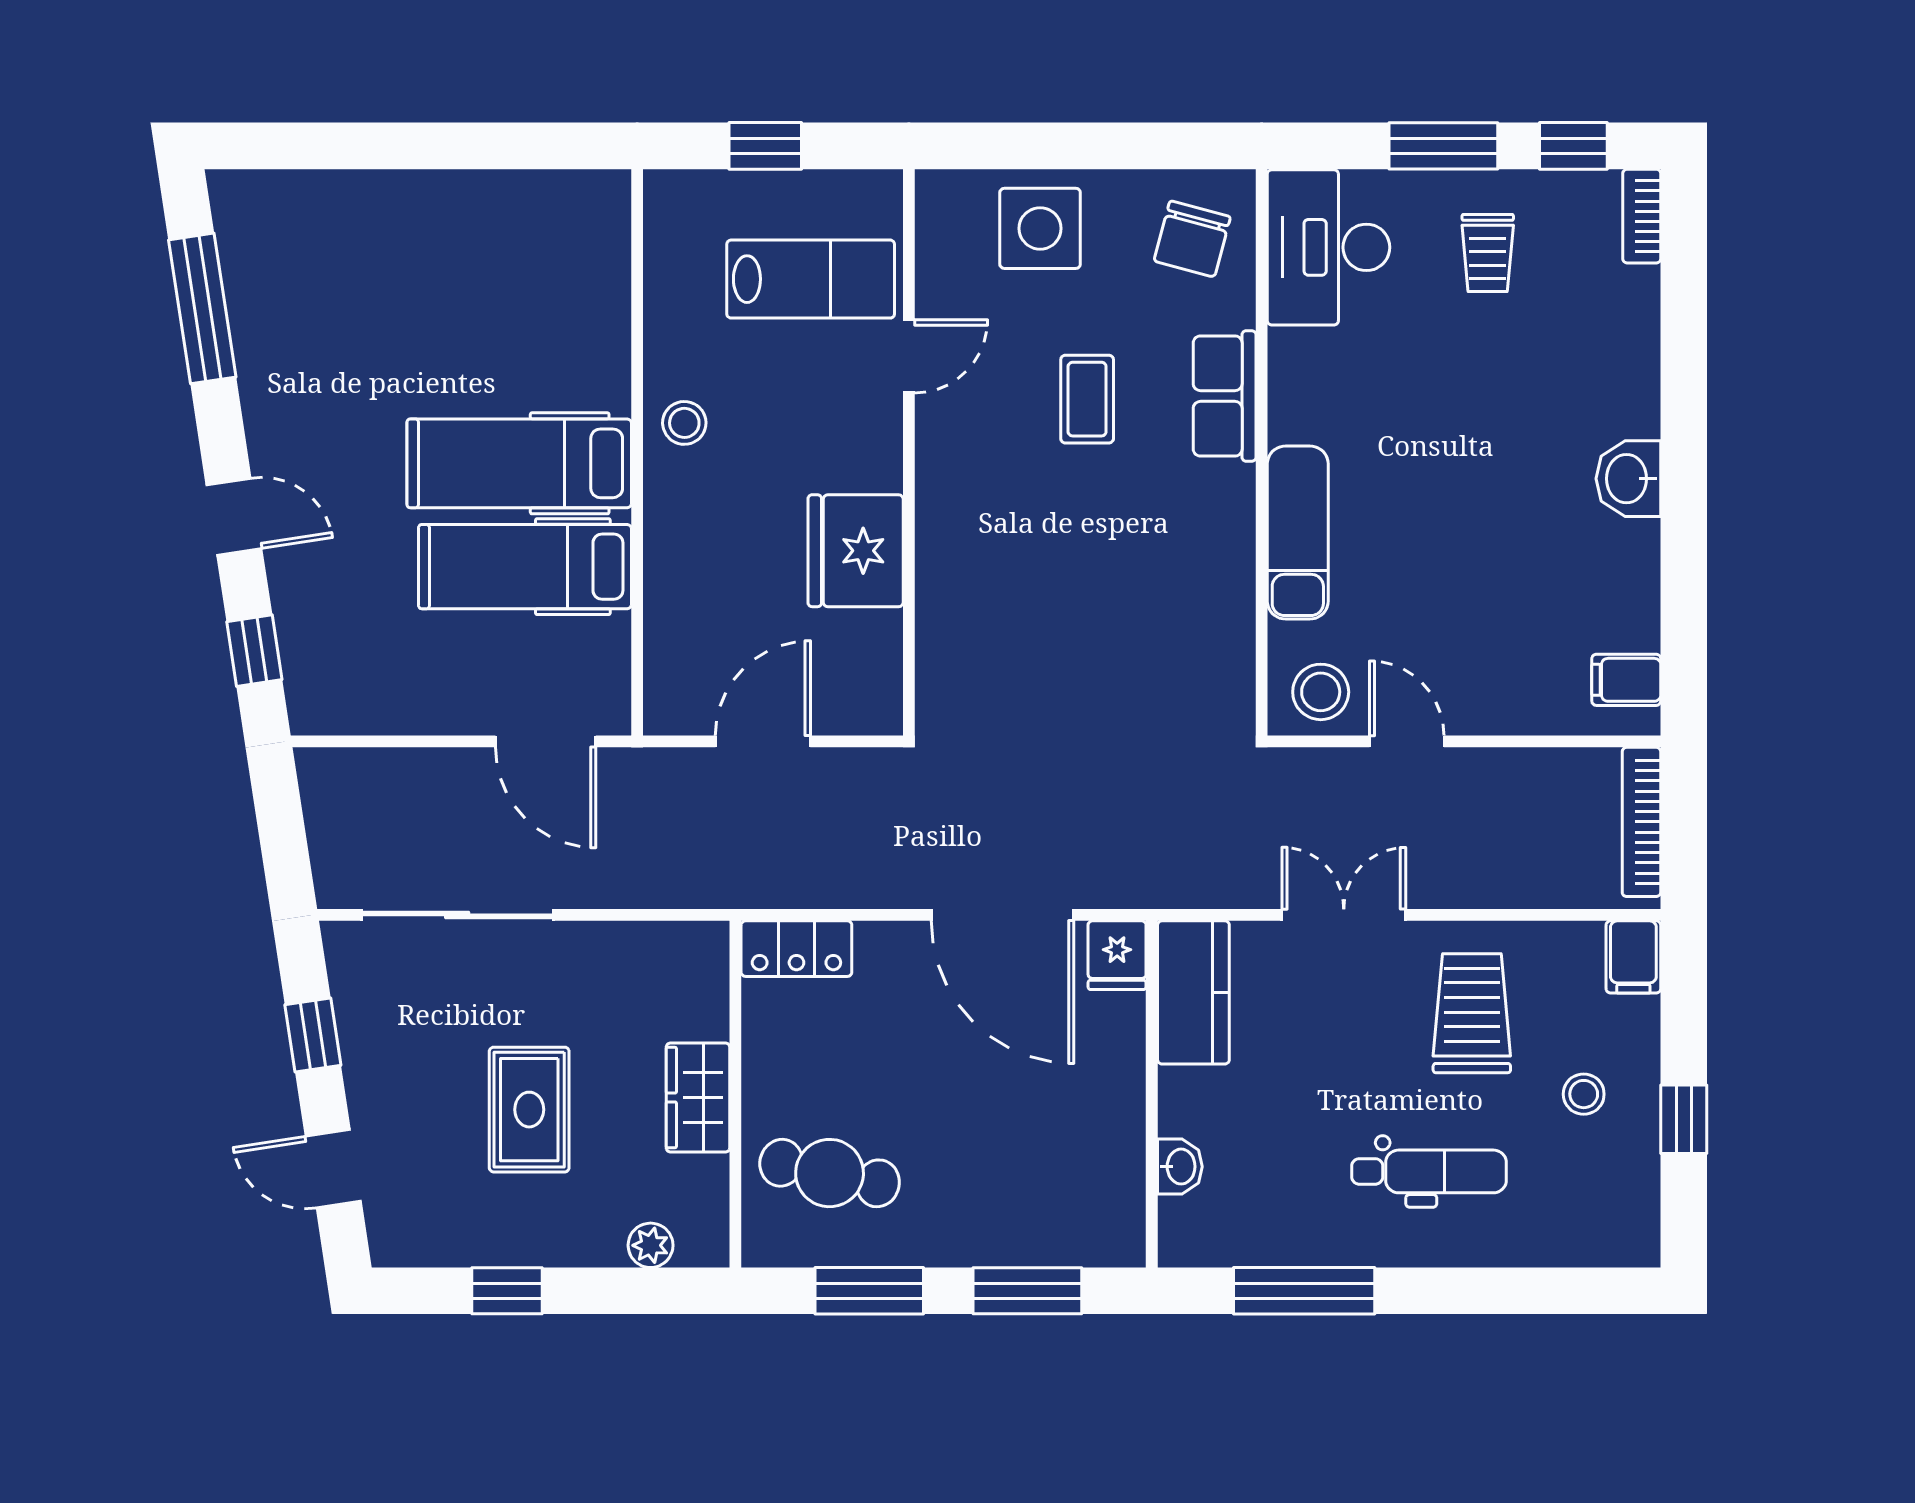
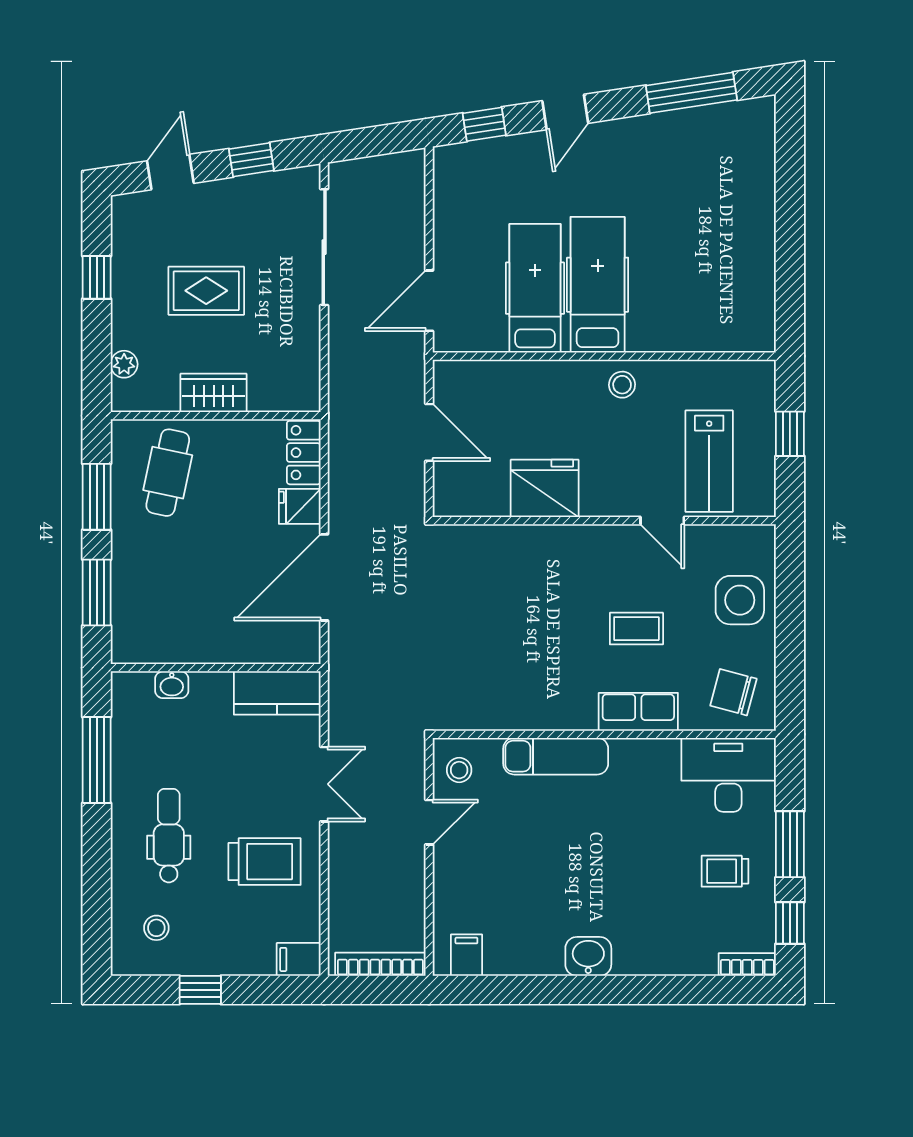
stool: (1321, 692) -> (459, 770), width x0.73, depth x0.73
fridge: (1117, 955) -> (300, 506), moved
stool: (1584, 1094) -> (156, 928), moved
dental chair: (1429, 1171) -> (169, 836), turned 180

